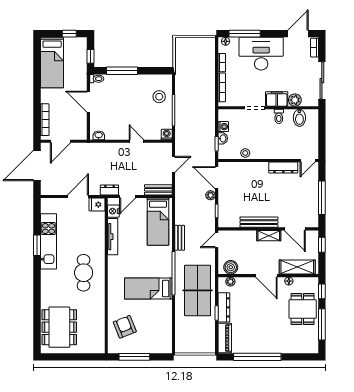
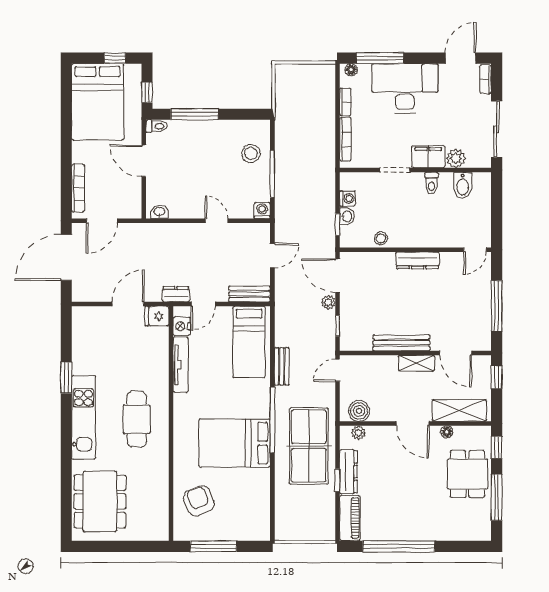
bed: (52, 63) -> (98, 102), width x1.50
dresser: (283, 168) -> (418, 260), moved
kitchen unit: (48, 241) -> (84, 417), moved
bed: (148, 289) -> (234, 443), width x1.50

